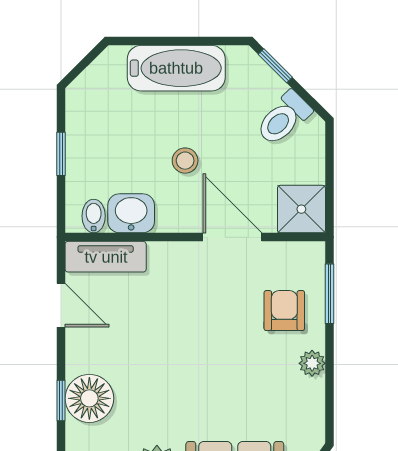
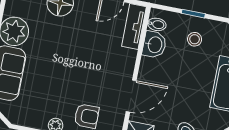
stool: (185, 161) -> (195, 39), moved

